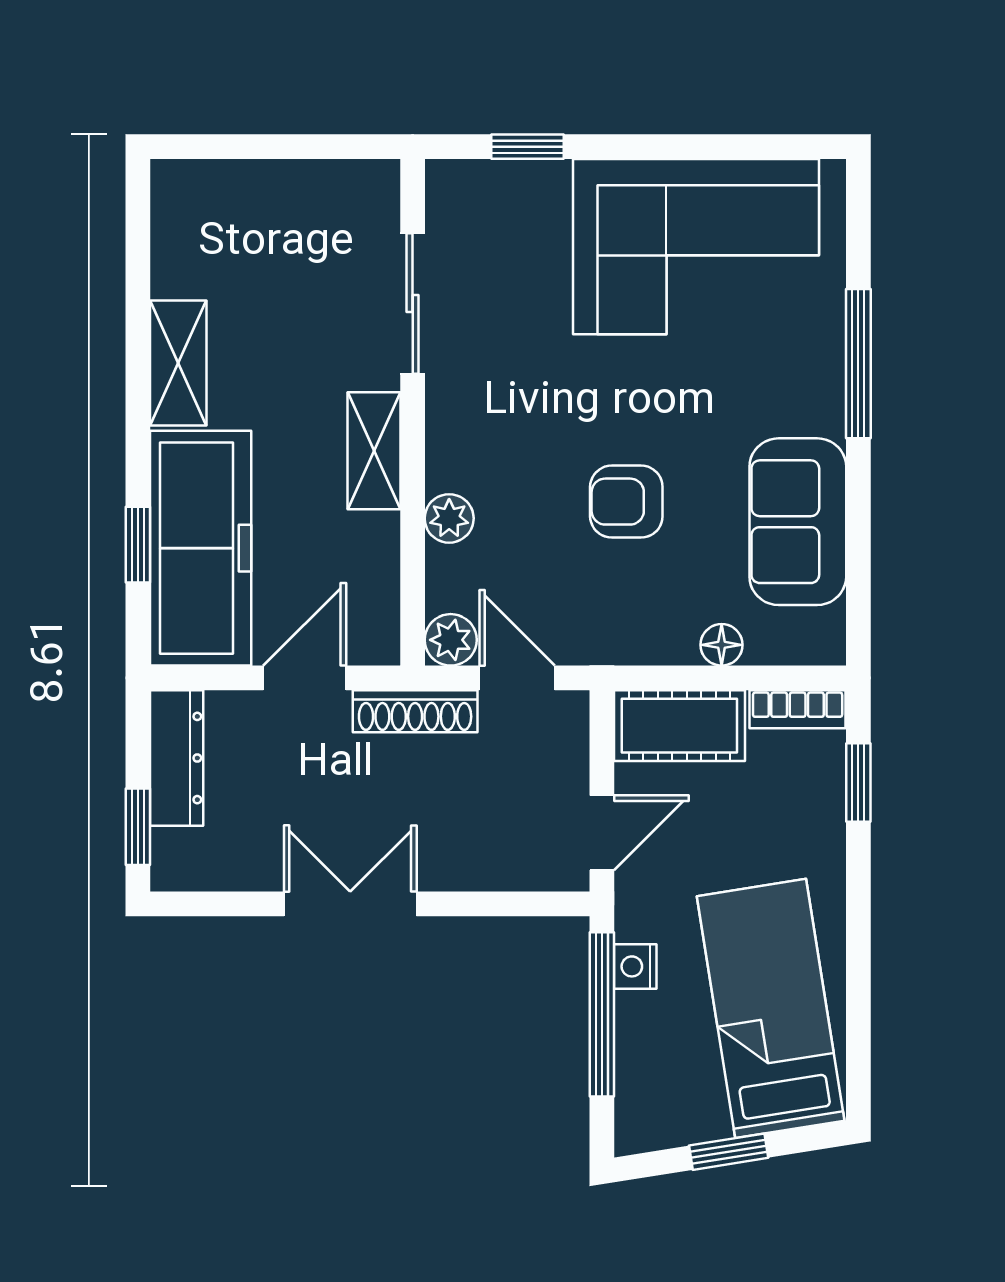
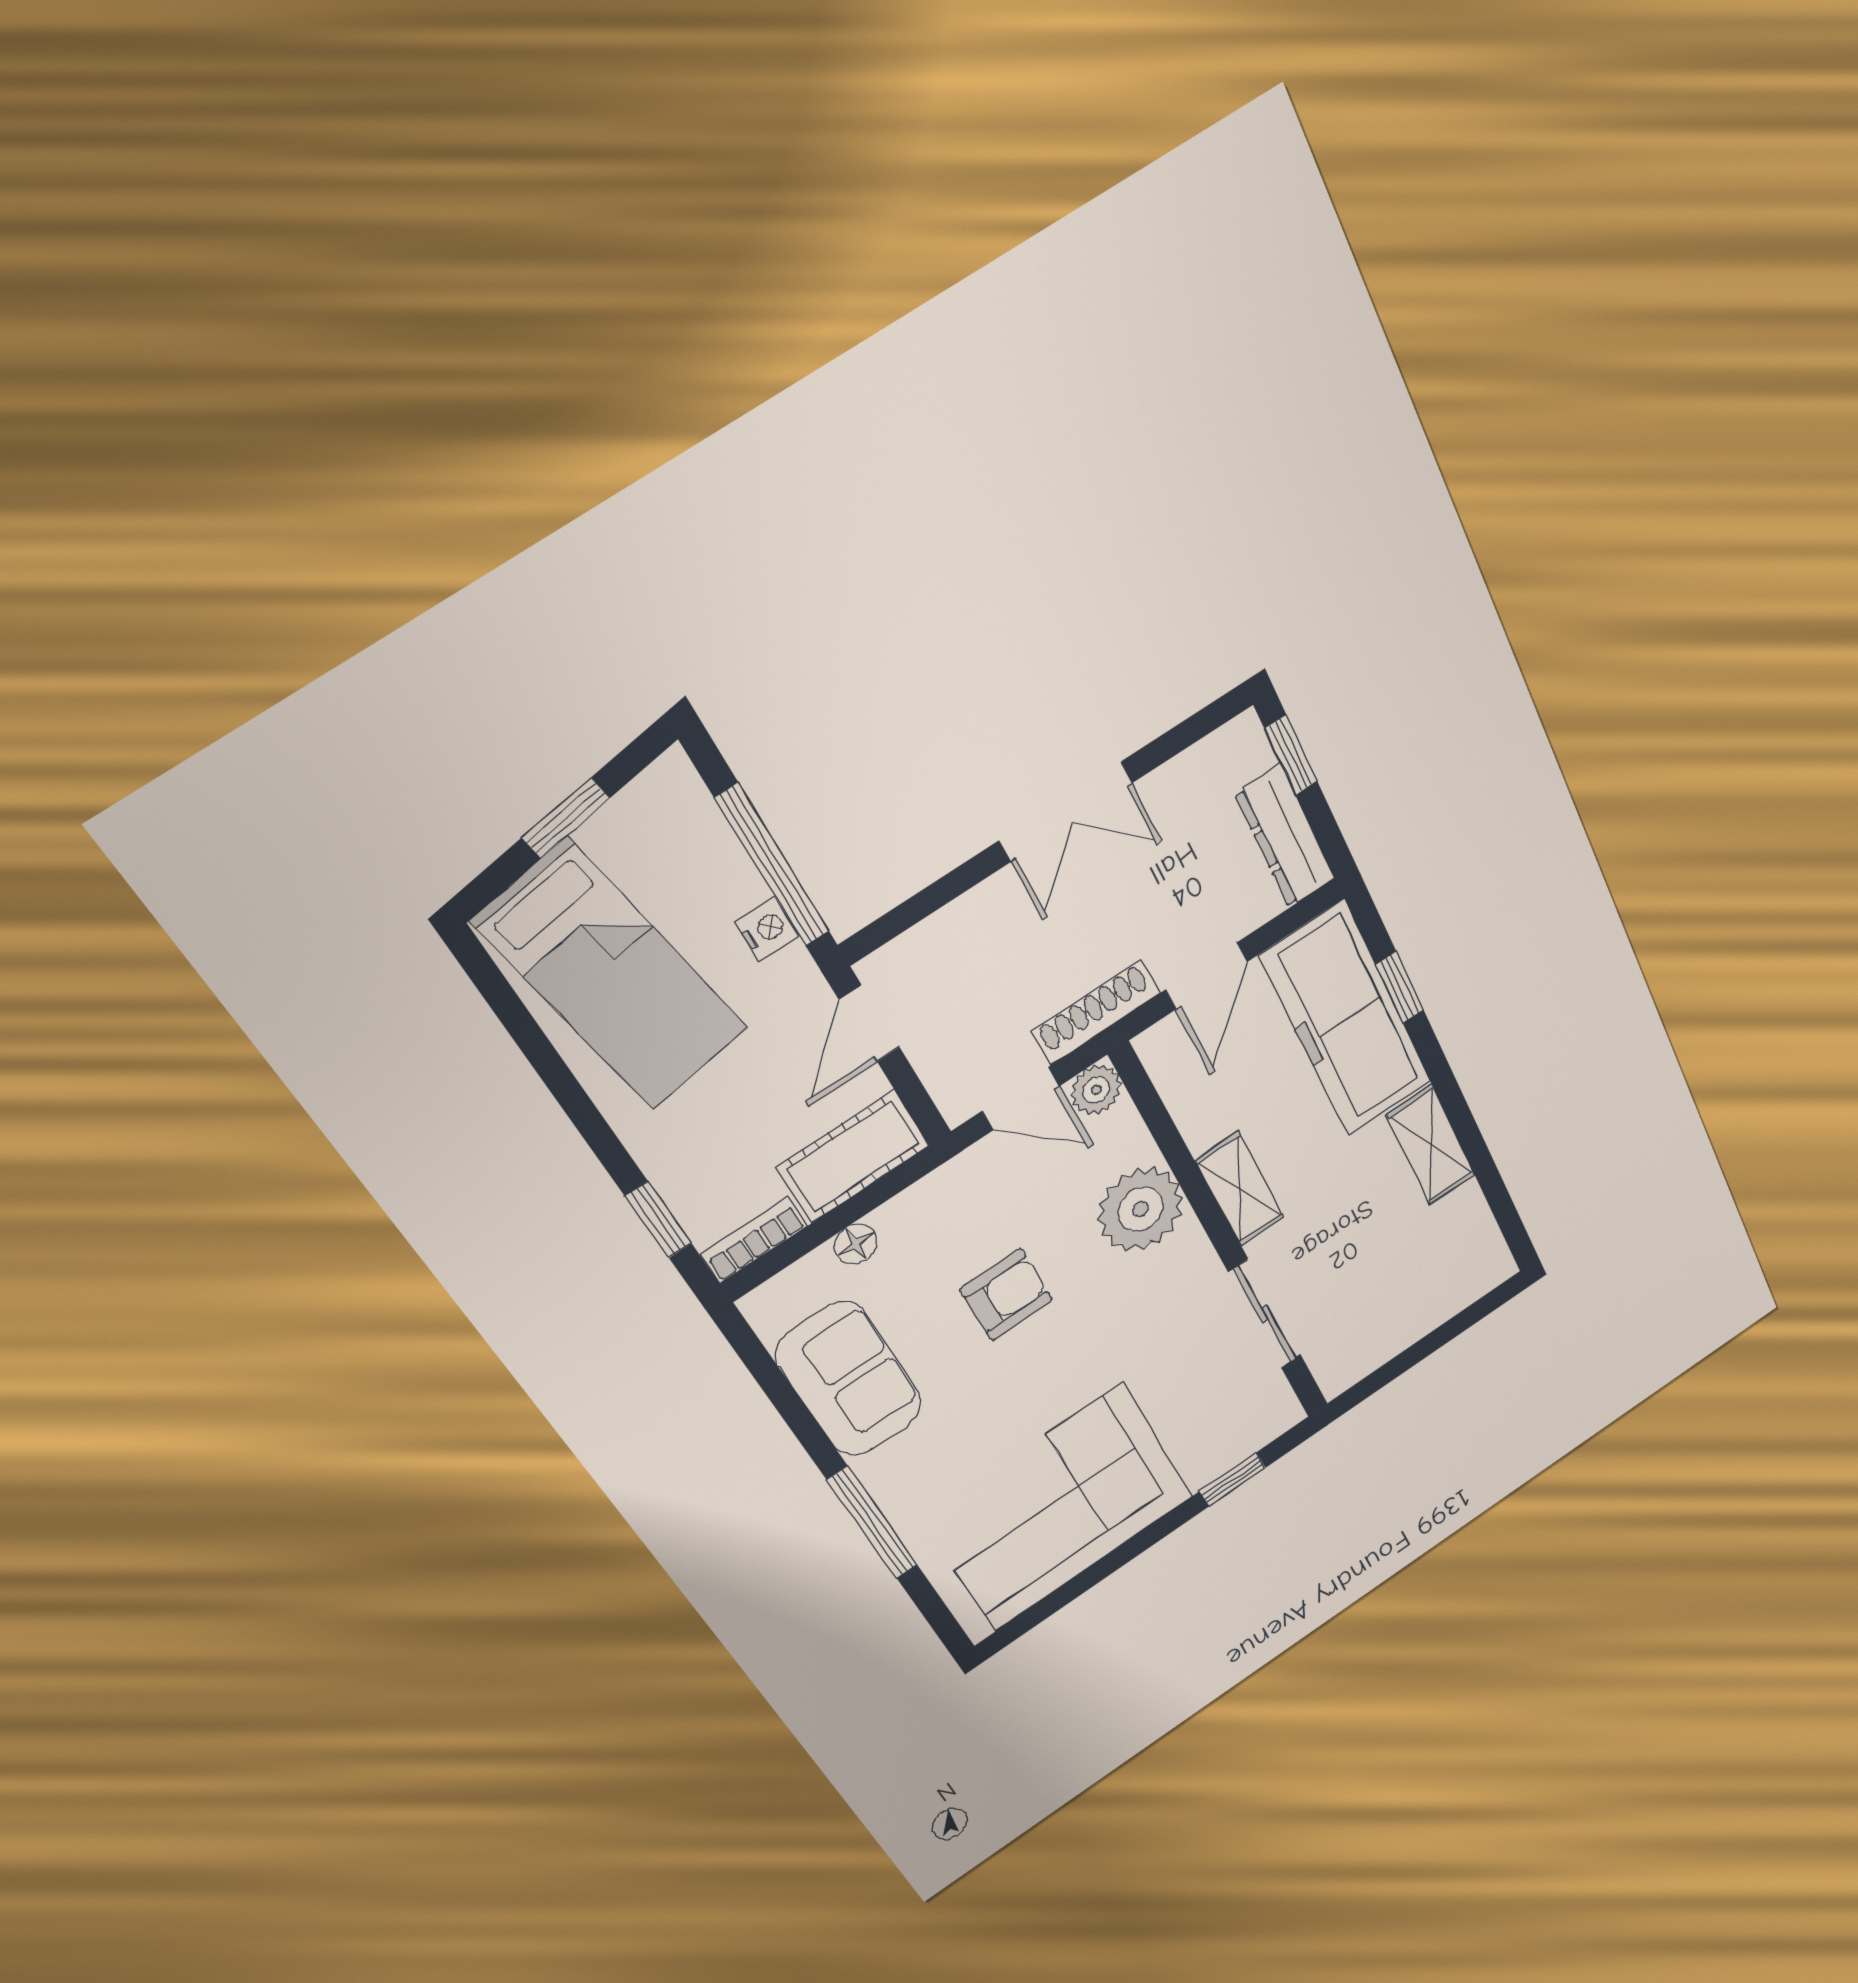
plant: (449, 518) -> (1140, 1209), width x1.88, depth x1.88

